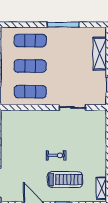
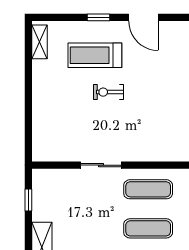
sliding door: (72, 108) -> (101, 165), moved

